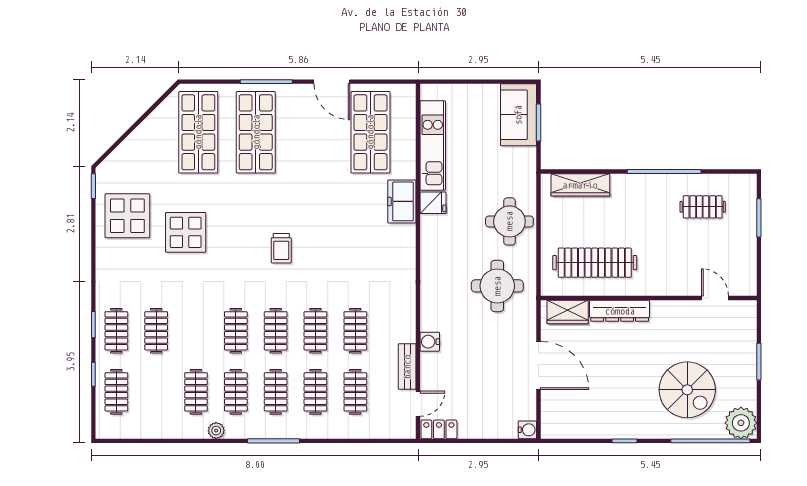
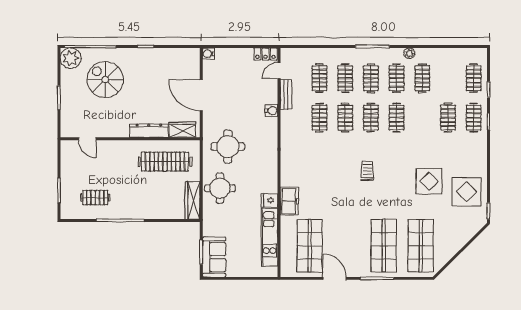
wardrobe: (580, 185) -> (193, 200), moved, turned -90

